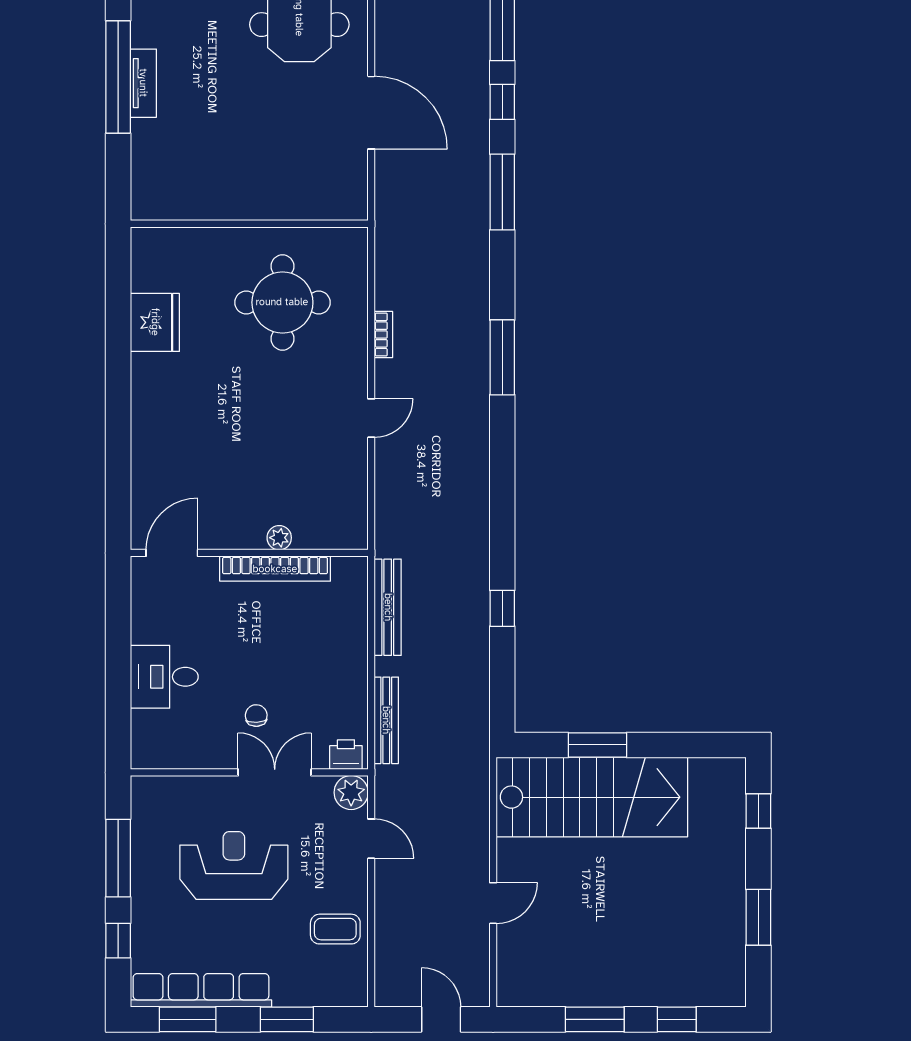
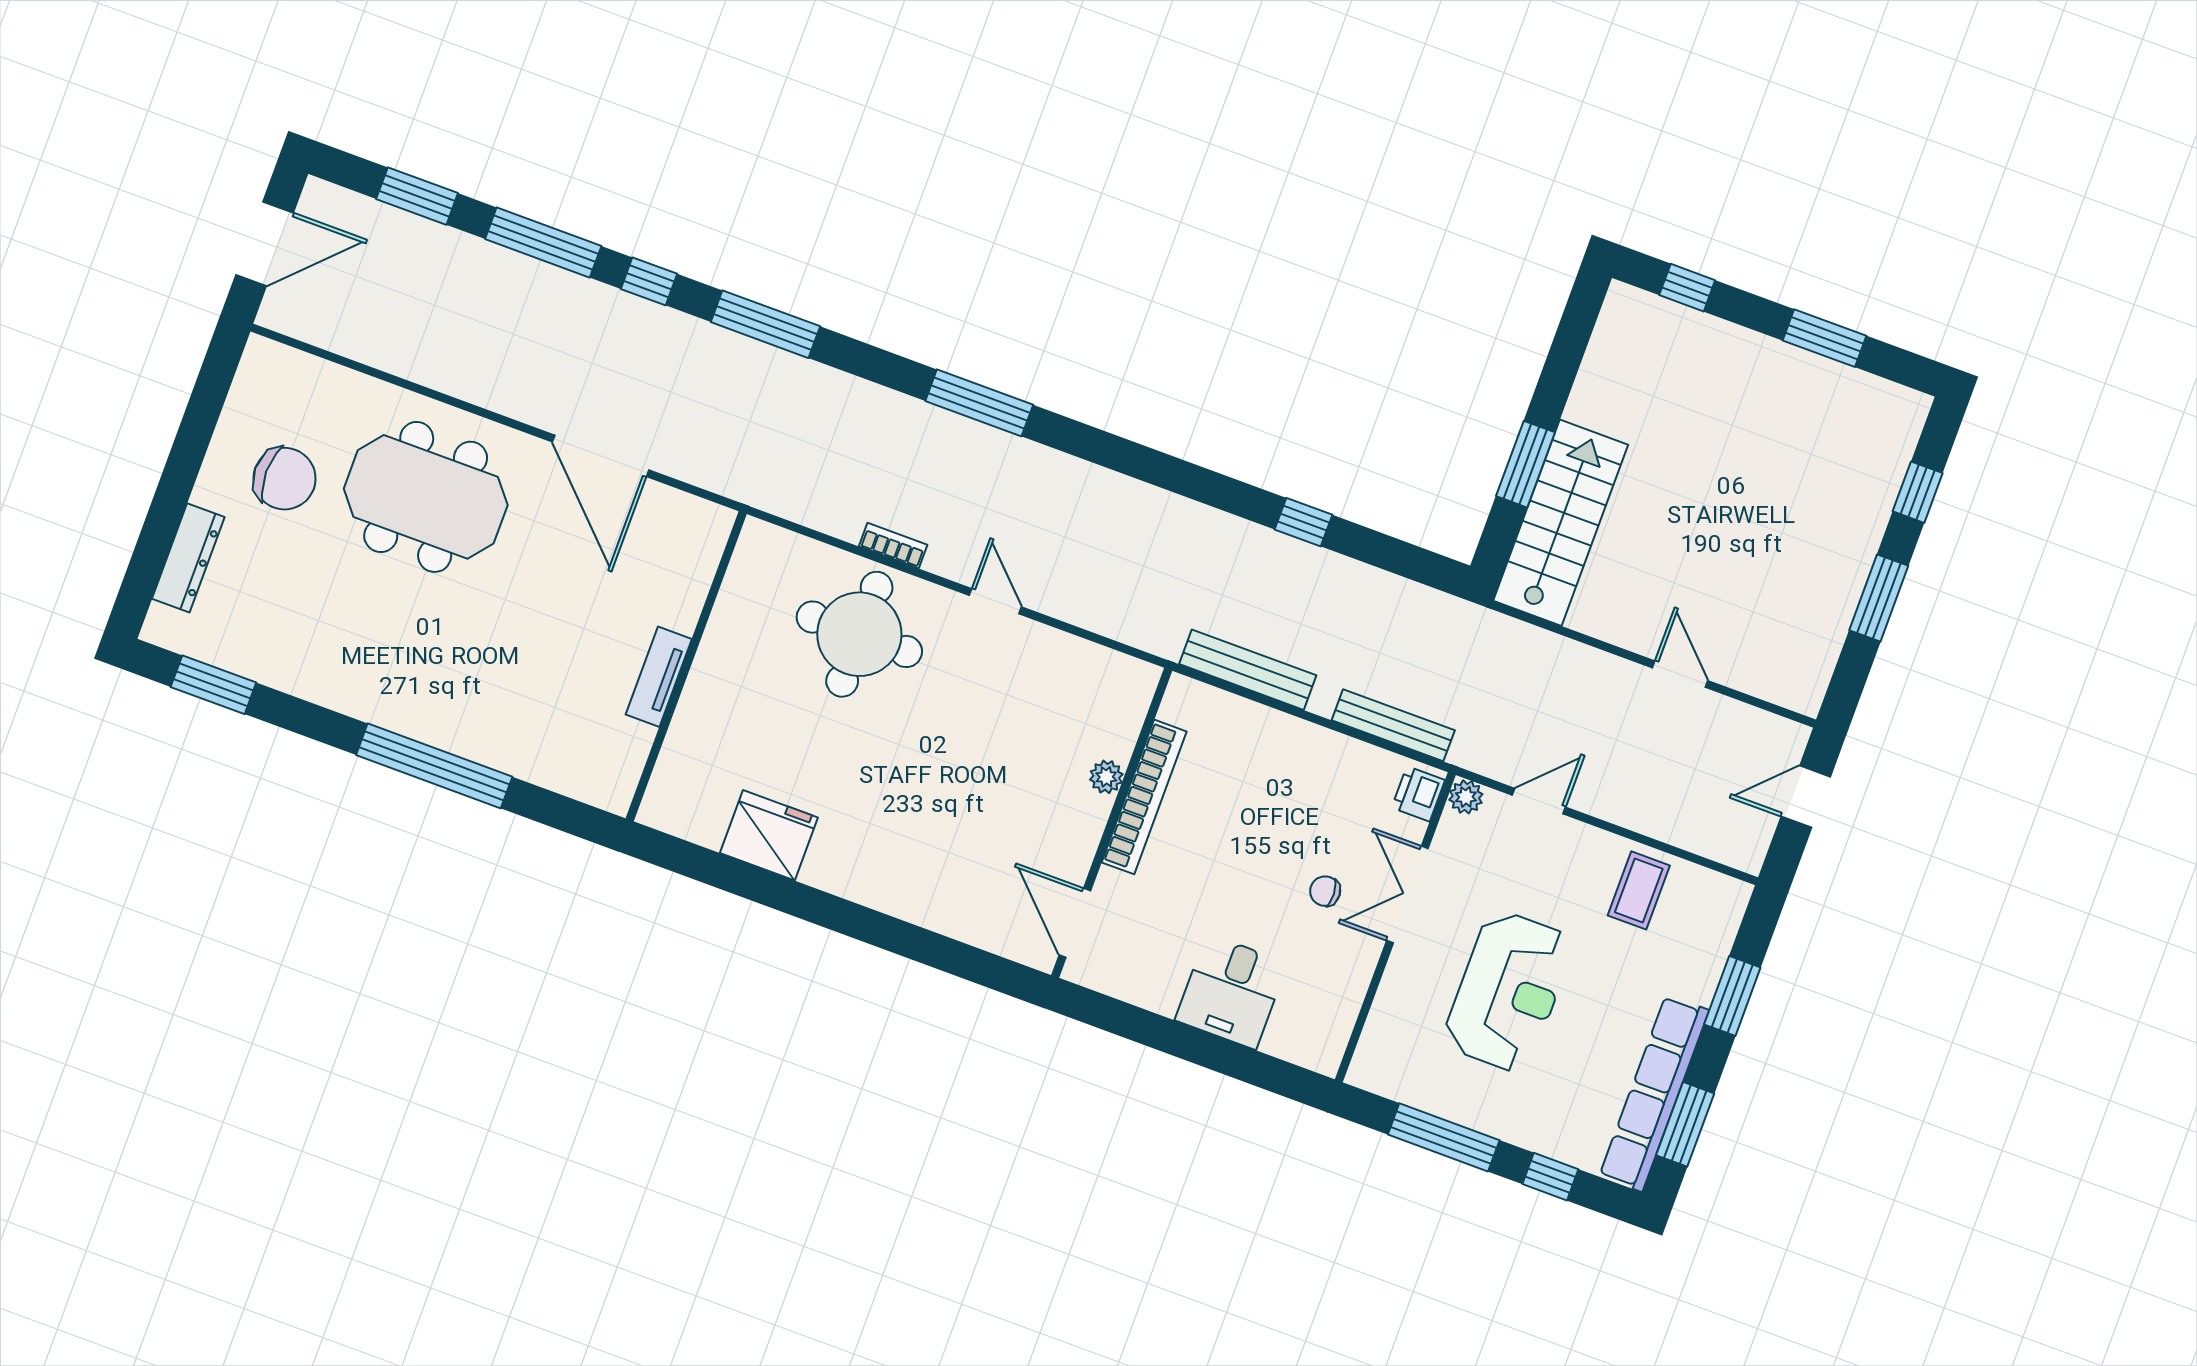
tv unit: (143, 83) -> (659, 677), moved, turned -90
door: (371, 113) -> (601, 456), swing flipped
round table: (282, 302) -> (859, 634), moved
plant: (351, 792) -> (1466, 797), width x0.73, depth x0.73
stairs: (592, 797) -> (1561, 523), width x0.73, depth x0.66
reception desk: (234, 865) -> (1508, 991), turned 180

